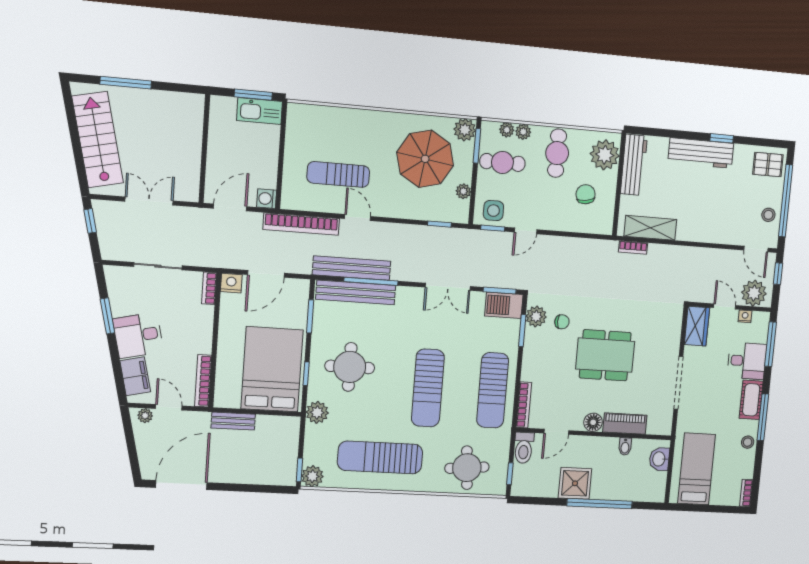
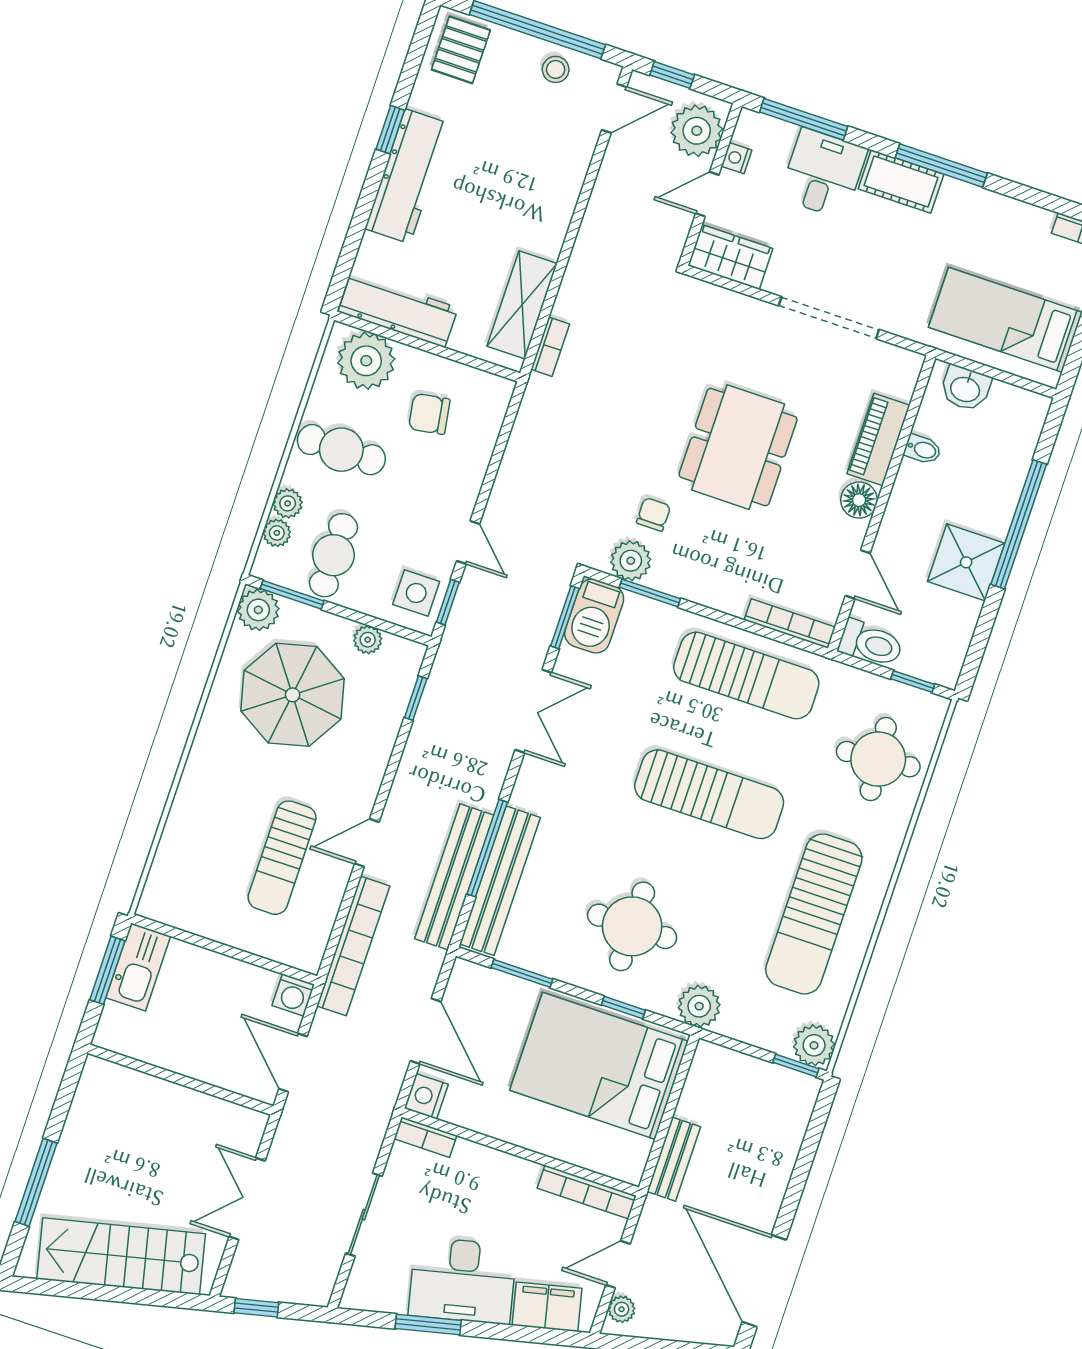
desk: (138, 335) -> (463, 1280), width x1.37
stool: (748, 442) -> (982, 207), removed

